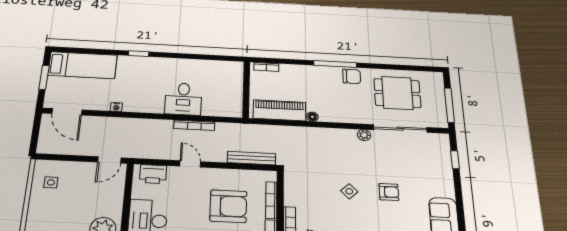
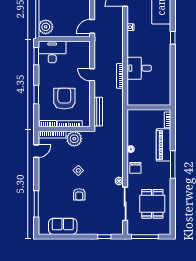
chair: (352, 76) -> (135, 168), moved
piano: (279, 110) -> (164, 145), moved, turned 180
door: (109, 160) -> (92, 26), hinge flipped
door: (190, 164) -> (92, 75), swing flipped
printer: (153, 174) -> (84, 53), removed
plant: (296, 195) -> (74, 139), added
armchair: (228, 206) -> (64, 99), turned 180

